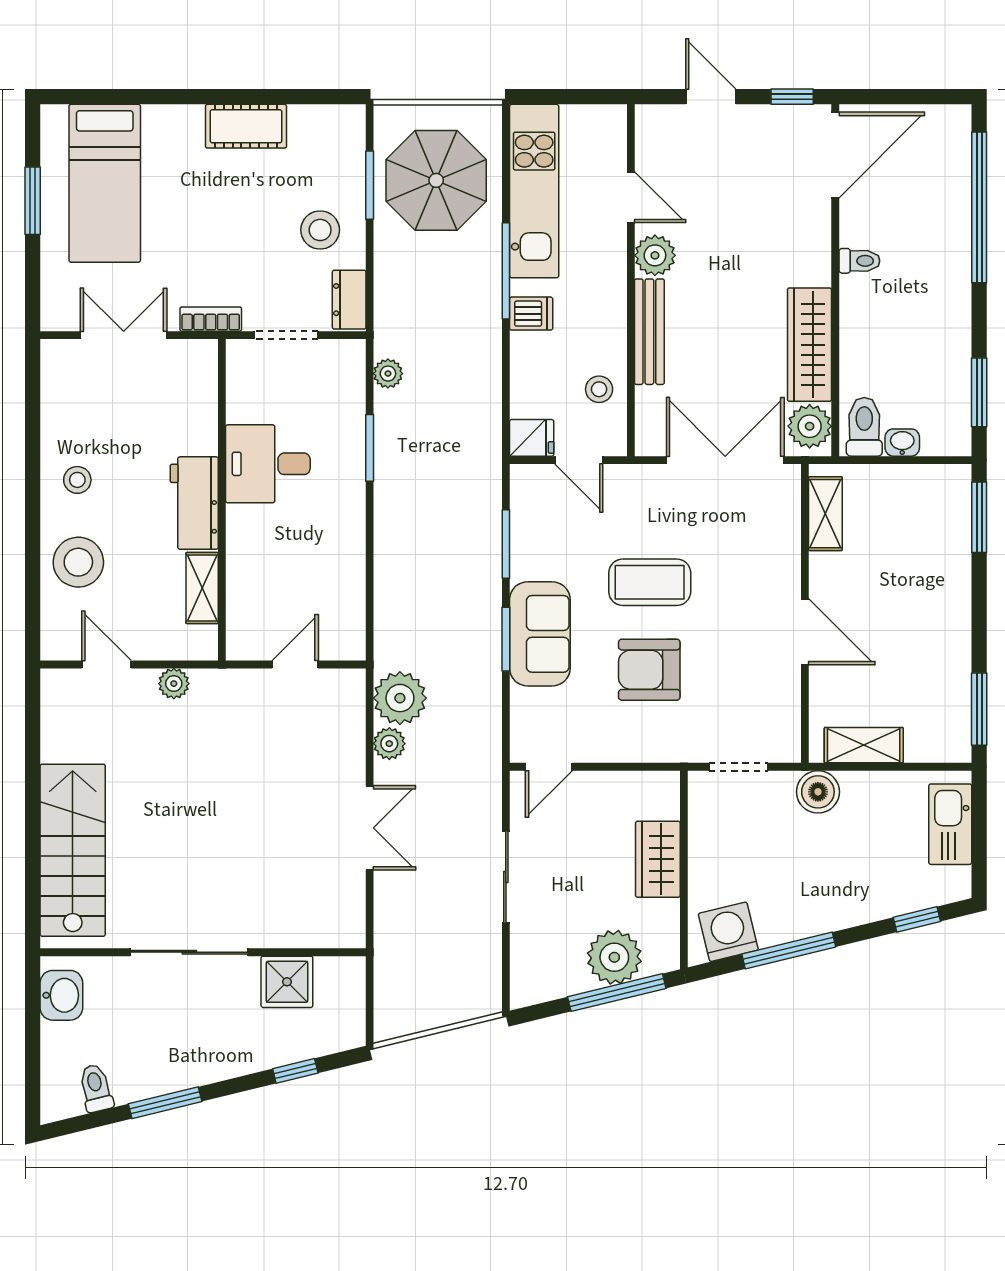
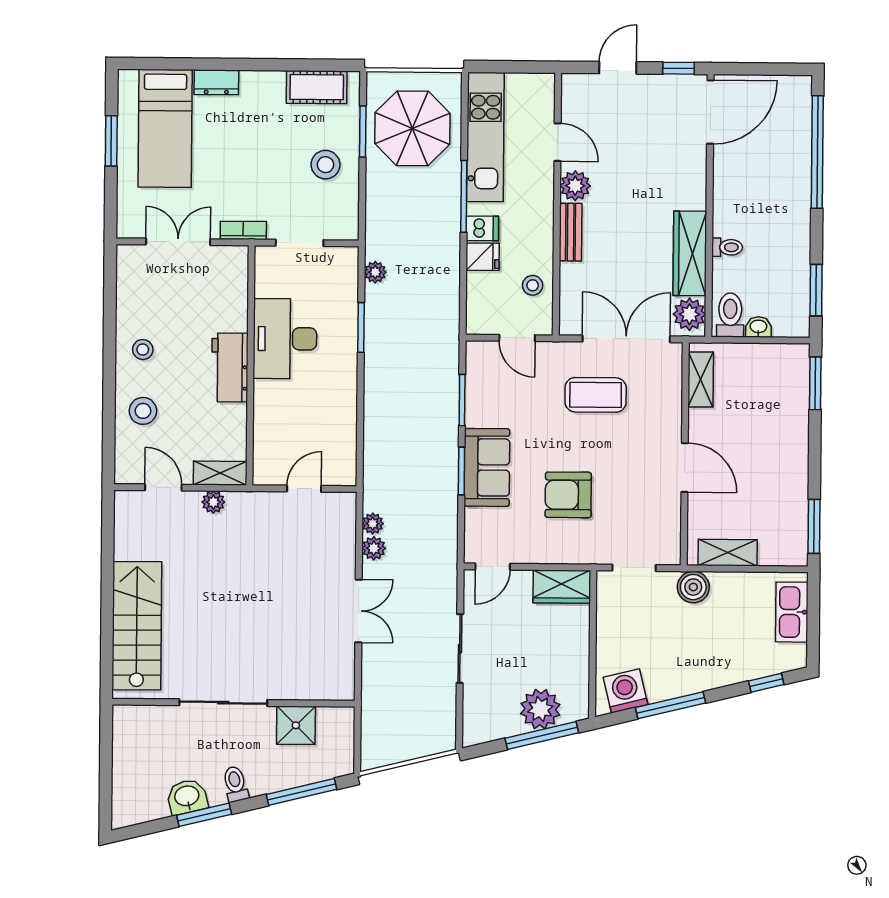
door: (711, 97) -> (618, 68), hinge flipped
cot: (246, 126) -> (317, 87), moved
toilet: (859, 261) -> (727, 247), moved
dresser: (349, 300) -> (216, 82), moved, turned -90
bench: (649, 332) -> (571, 232), width x0.73
fridge: (532, 438) -> (483, 257), moved
desk: (268, 464) -> (285, 339), width x1.37
stool: (78, 562) -> (143, 411), width x0.73, depth x0.73
coffee table: (650, 582) -> (596, 395), moved
shelving: (202, 588) -> (220, 473), moved, turned 90
plant: (400, 698) -> (373, 524), width x0.53, depth x0.53
wardrobe: (658, 859) -> (562, 587), moved, turned -90
washbasin: (61, 995) -> (187, 797), moved, turned -104
window: (295, 1071) -> (302, 792), width x2.17
toilet: (96, 1088) -> (235, 784), moved

